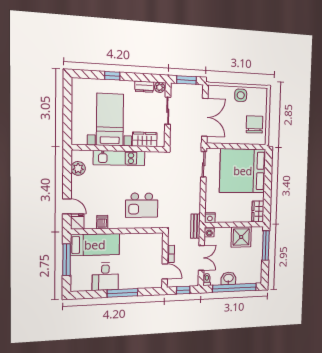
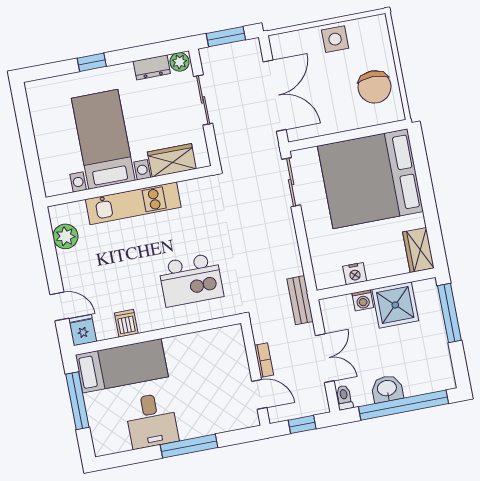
chair: (254, 124) -> (374, 87), turned 180
nightstand: (210, 218) -> (355, 274), moved
washing machine: (209, 232) -> (363, 300), moved

